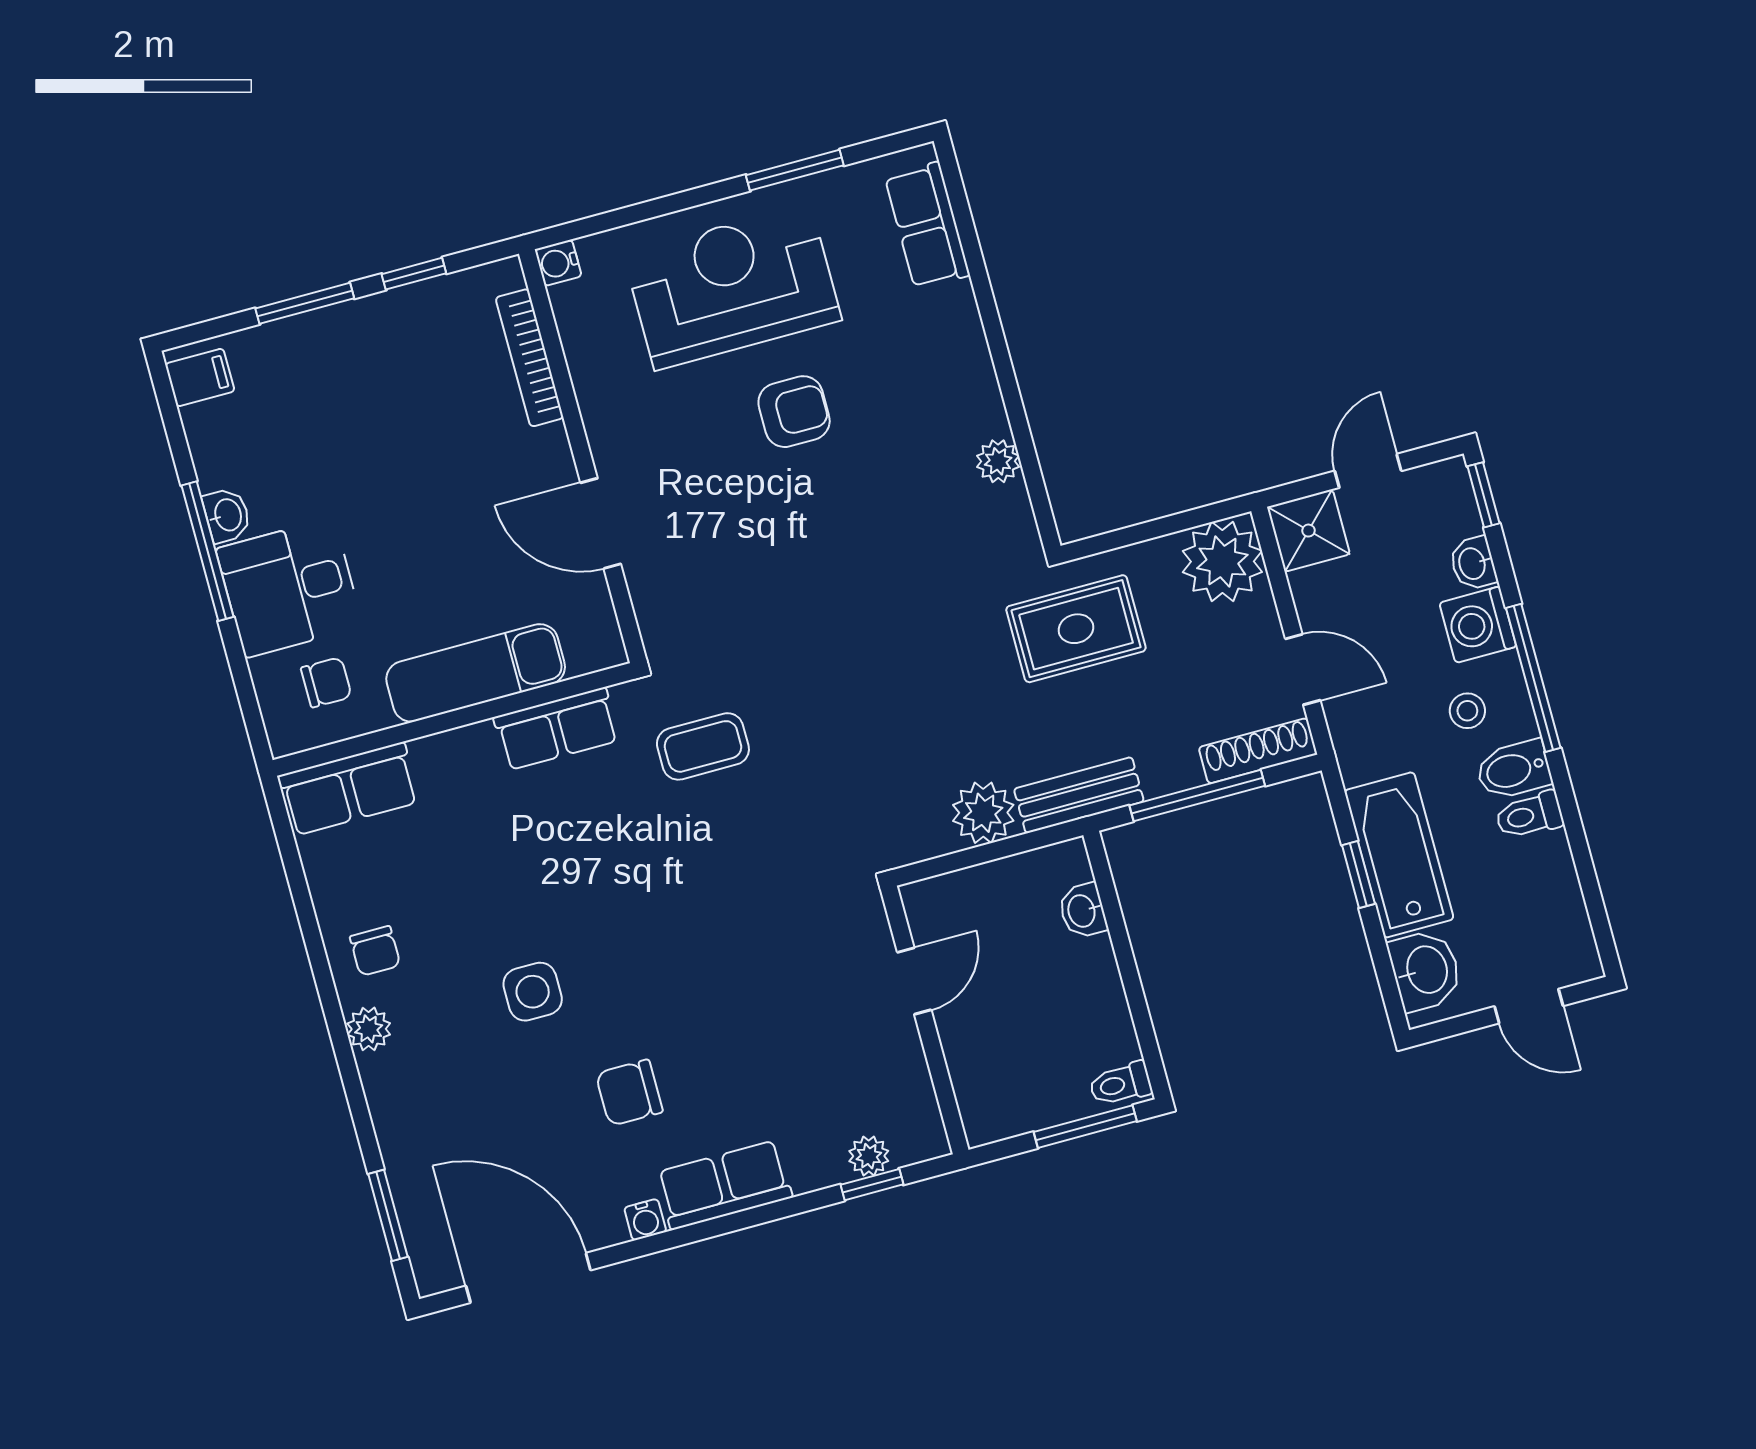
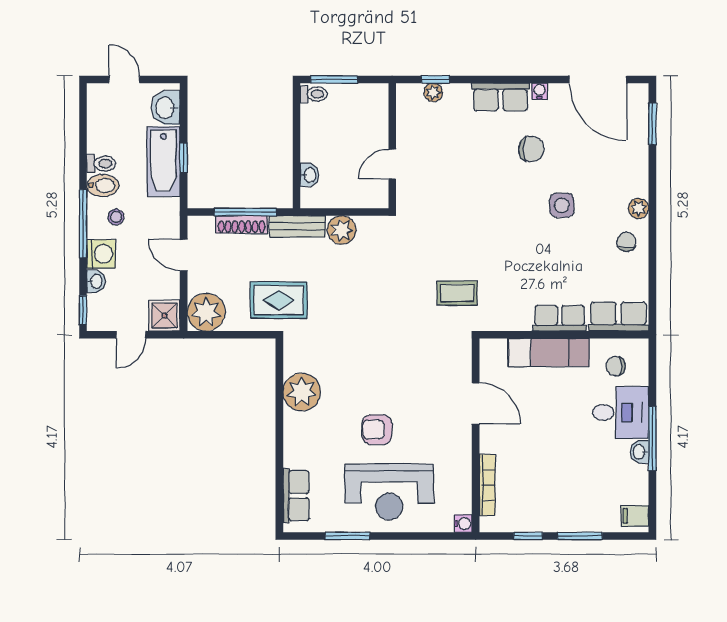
plant: (998, 461) -> (302, 392), width x1.88, depth x1.88
row of seats: (556, 729) -> (560, 318), moved
shoe rack: (1258, 751) -> (242, 224), moved

